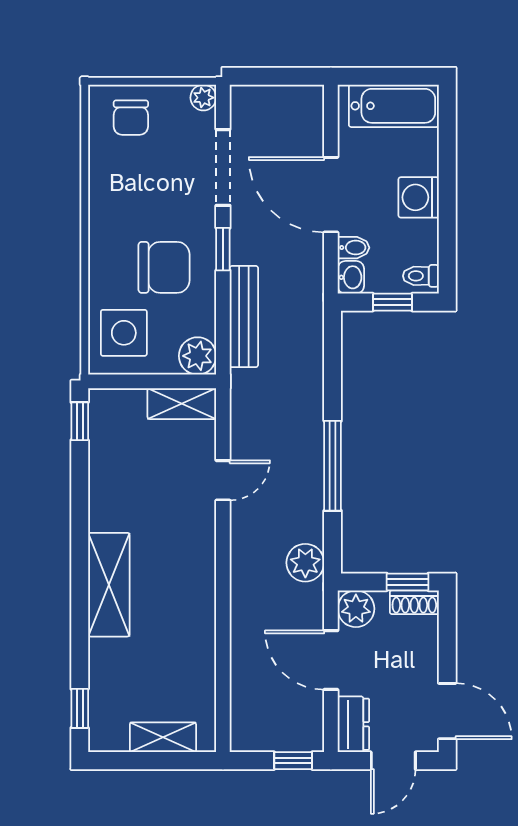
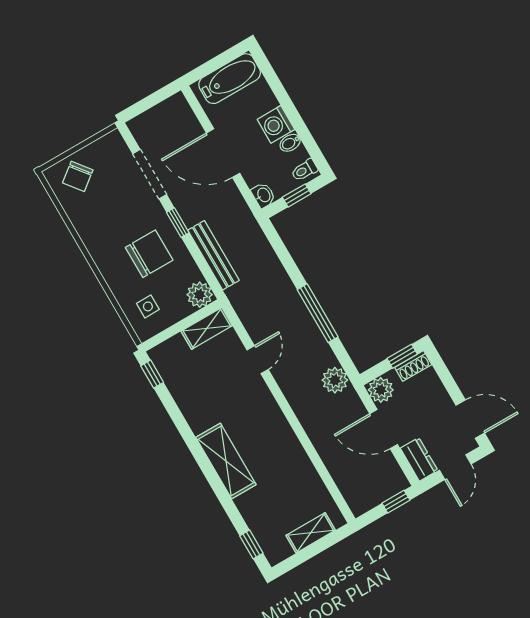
plant: (203, 98) -> (114, 139), removed
chair: (131, 118) -> (78, 176), turned 52
bidet: (353, 248) -> (290, 143), moved, turned 180
side table: (124, 333) -> (148, 306), width x0.54, depth x0.54

